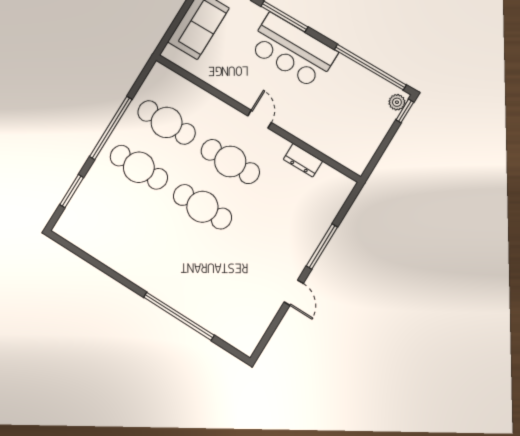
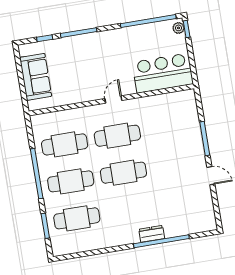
bar counter: (292, 51) -> (163, 73), moved, turned 180
door: (260, 119) -> (113, 100), hinge flipped
dresser: (303, 160) -> (152, 234), moved, turned 180
cafe table: (111, 212) -> (77, 218), added

